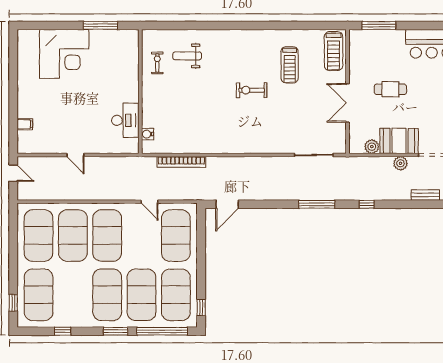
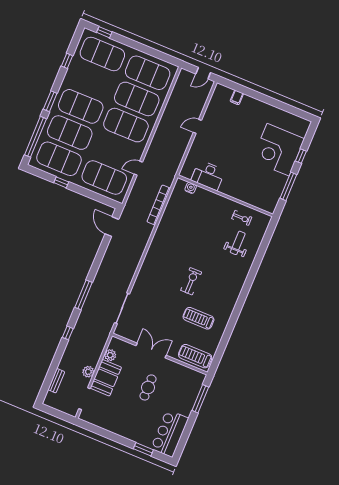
window: (61, 25) -> (301, 156), added
window: (201, 308) -> (61, 182), moved

